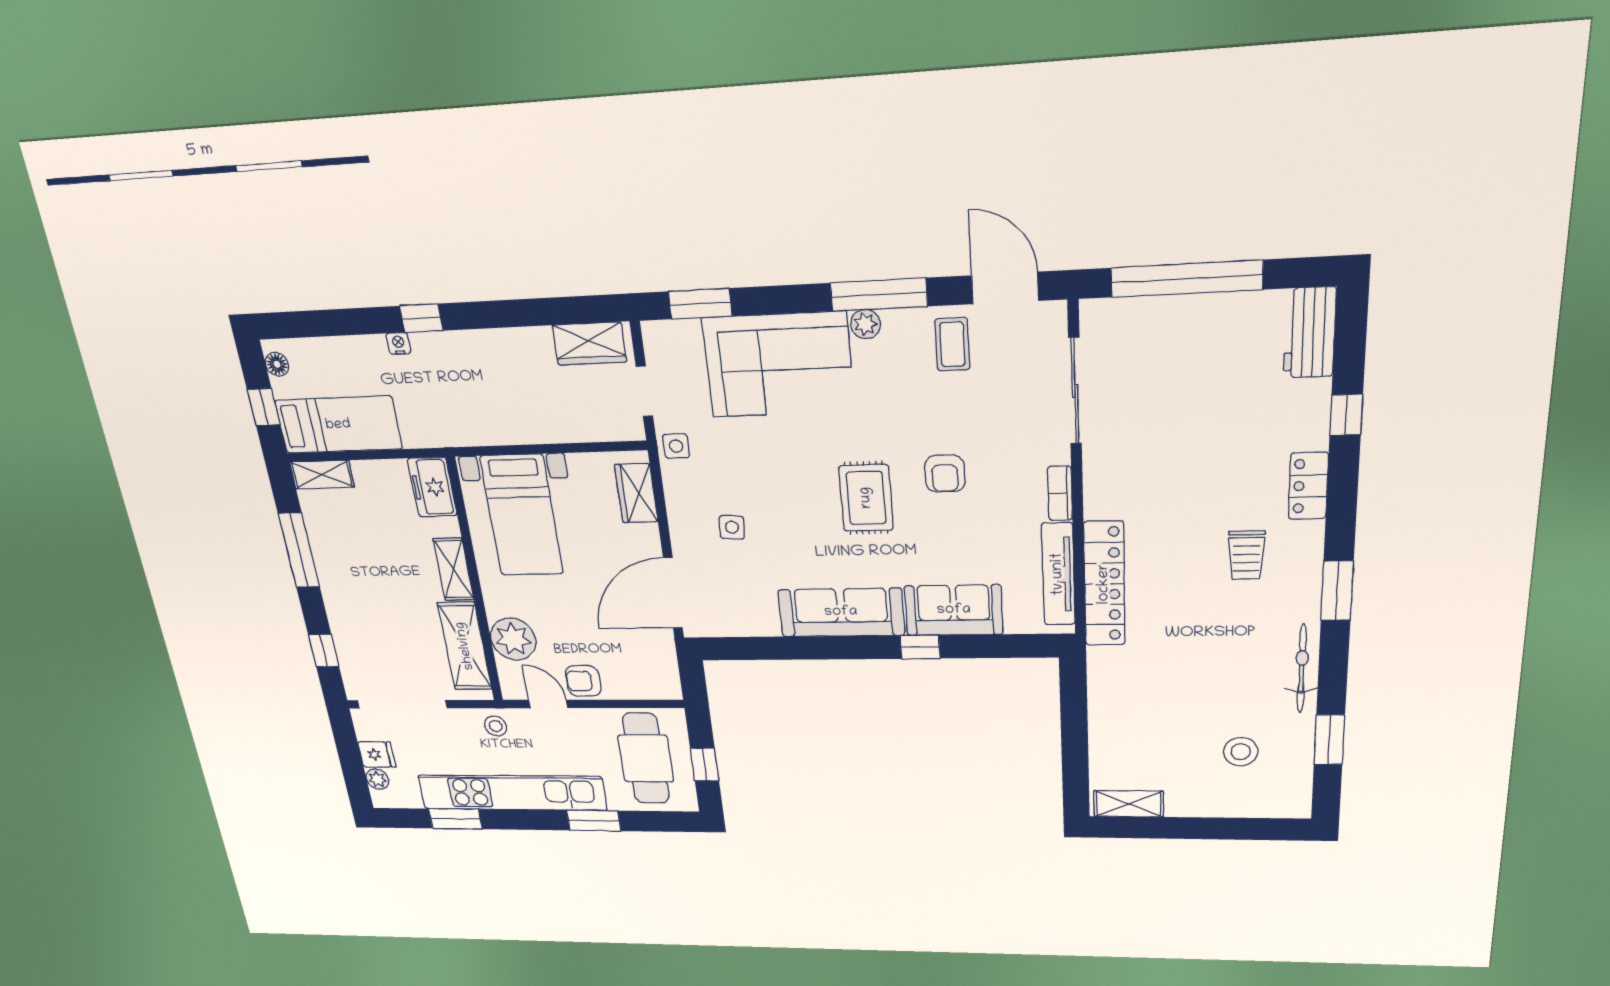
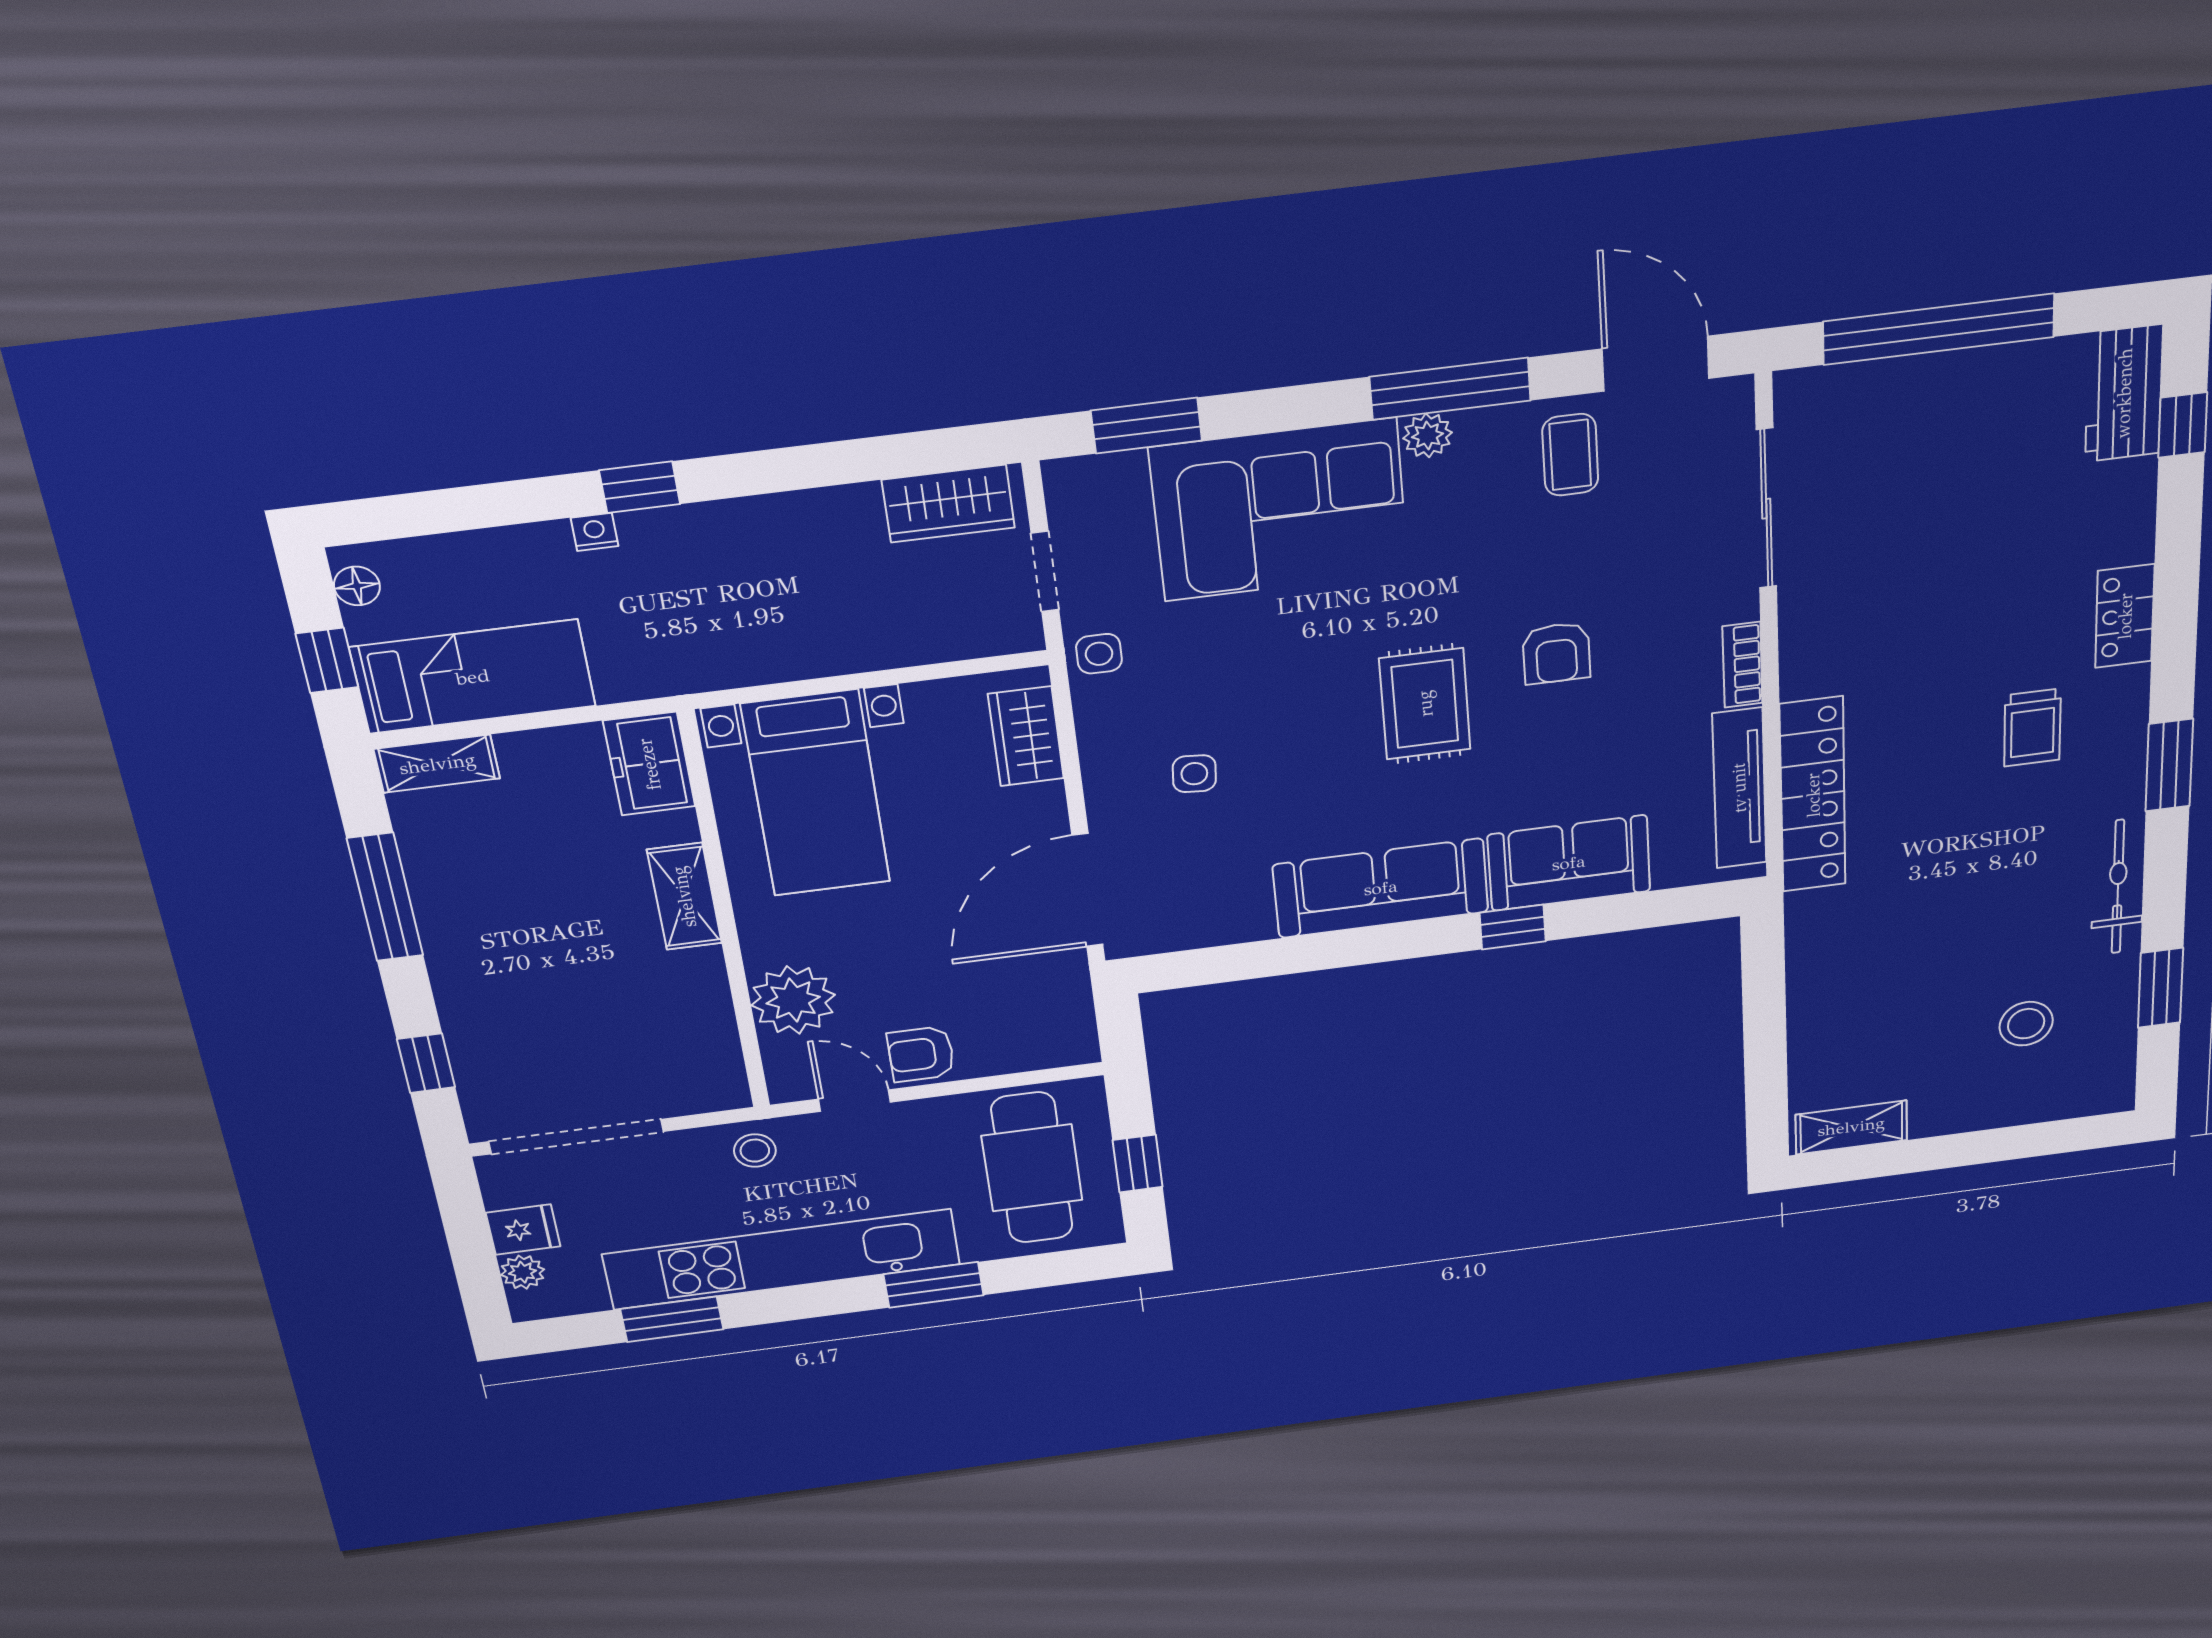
window: (1346, 415) -> (2183, 425), moved
shelving: (465, 646) -> (701, 1023), removed

